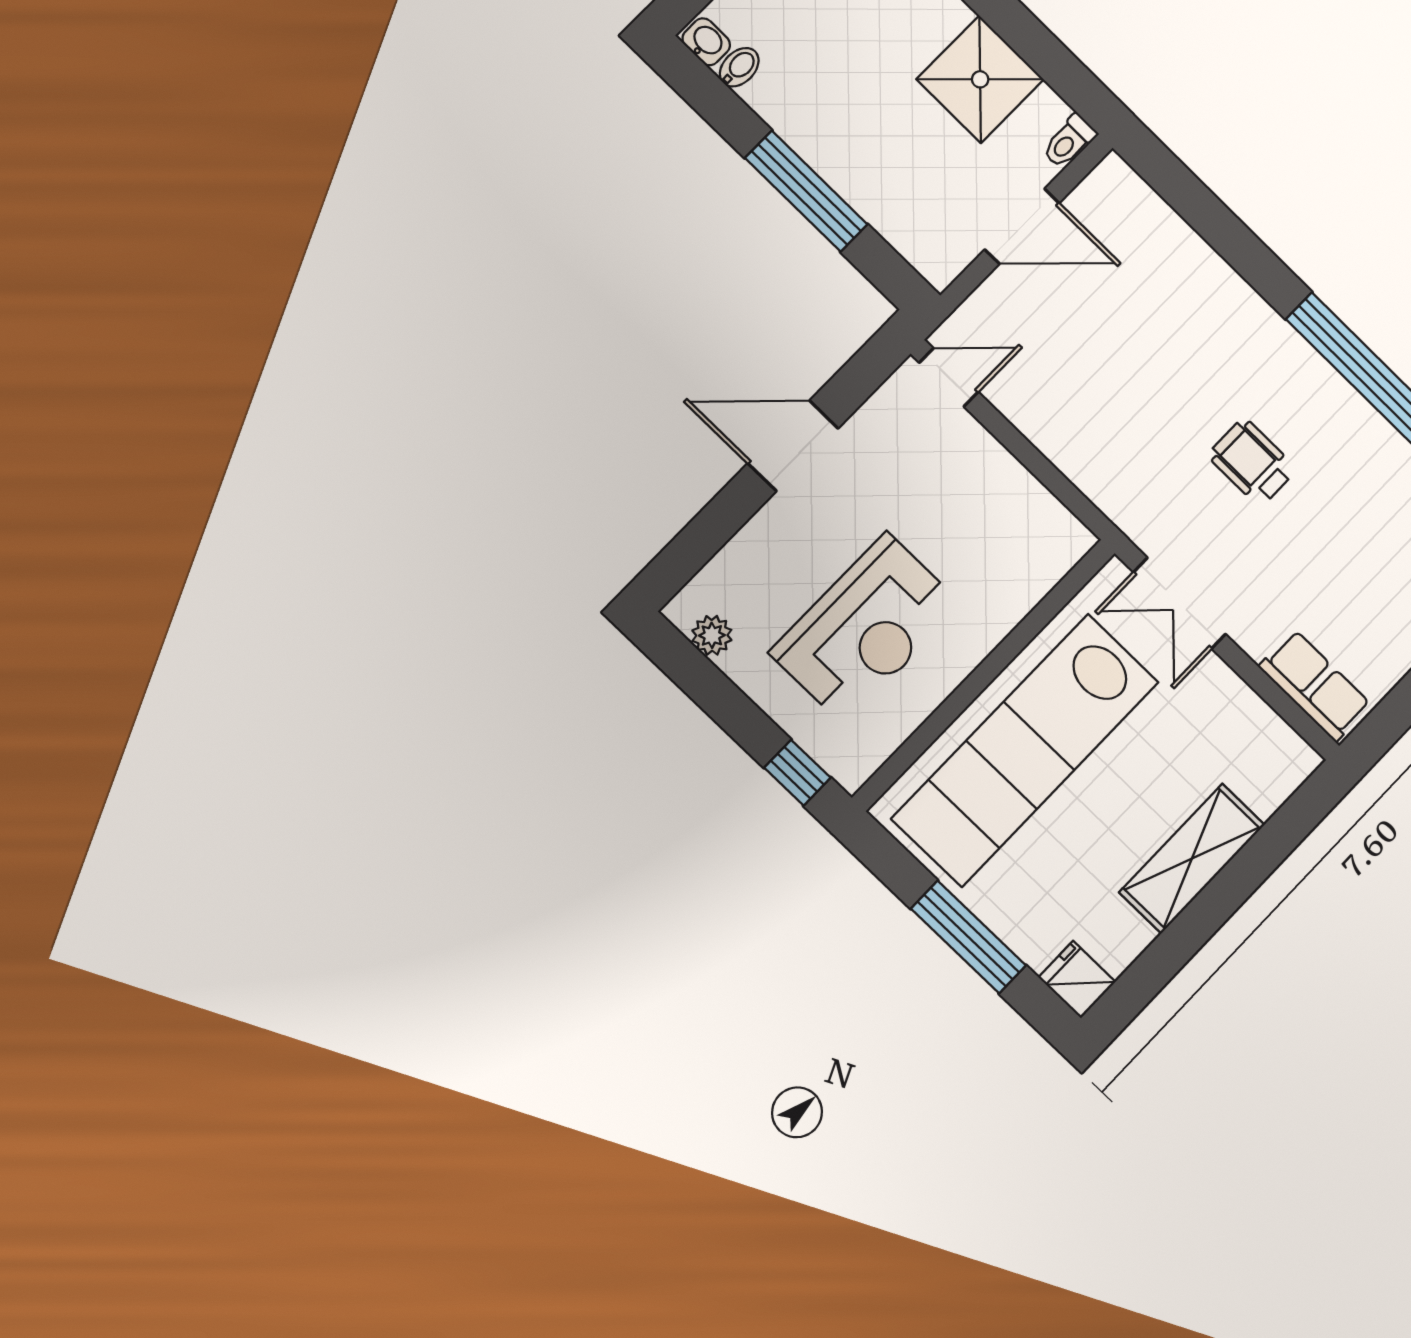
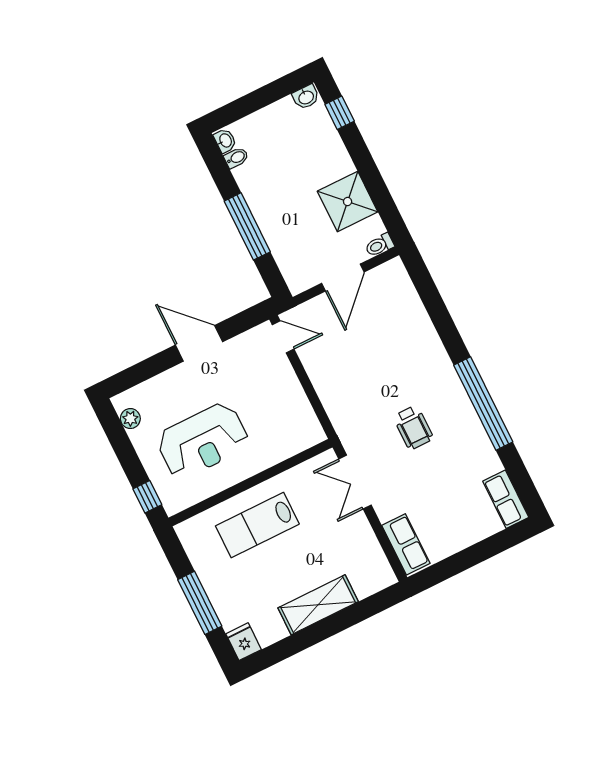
door: (1022, 226) -> (343, 278), hinge flipped
wheelchair: (1252, 462) -> (413, 428), turned 180
lab bench: (1025, 750) -> (257, 525), width x0.54, depth x0.72

